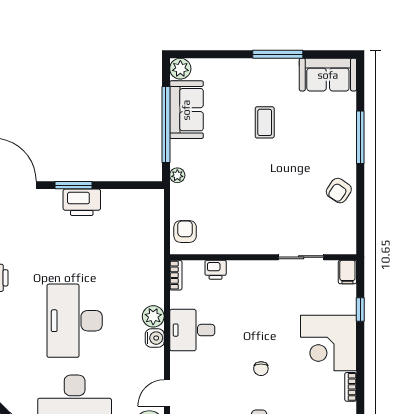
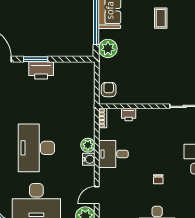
plant: (177, 175) -> (108, 48), width x1.87, depth x1.87

